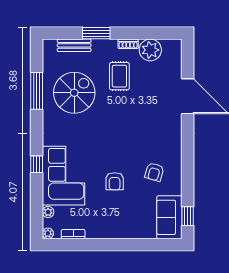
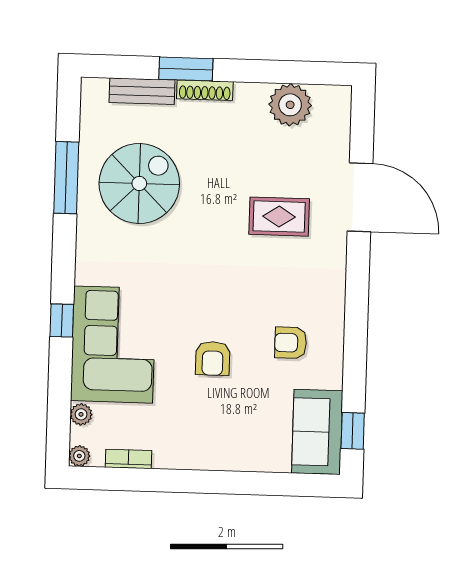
shoe rack: (128, 44) -> (205, 90), moved, width x1.43
rug: (119, 76) -> (279, 217), moved, turned 90
armchair: (154, 172) -> (291, 343), turned 74

